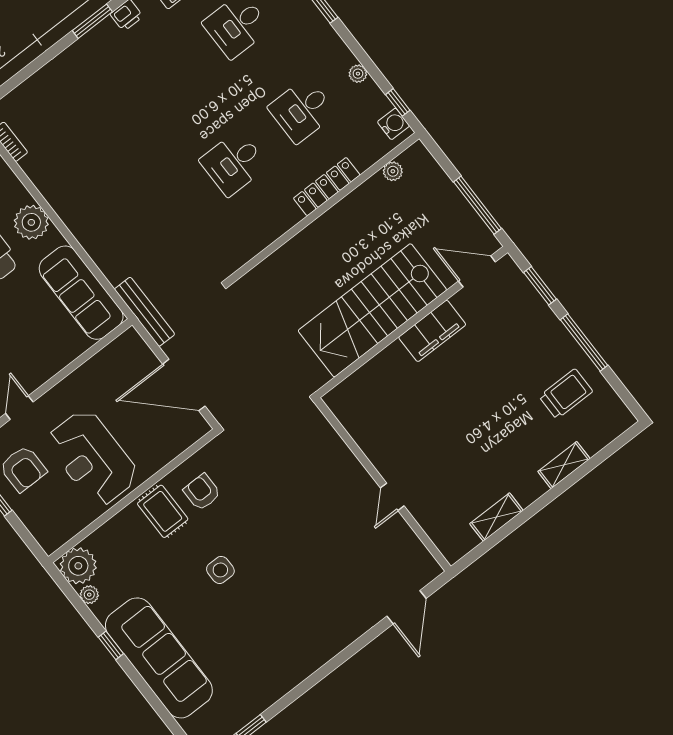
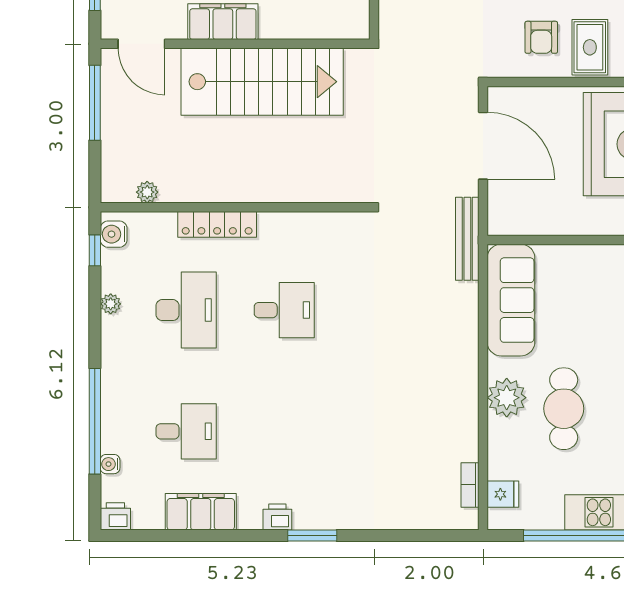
desk: (302, 110) -> (186, 310), width x1.37

